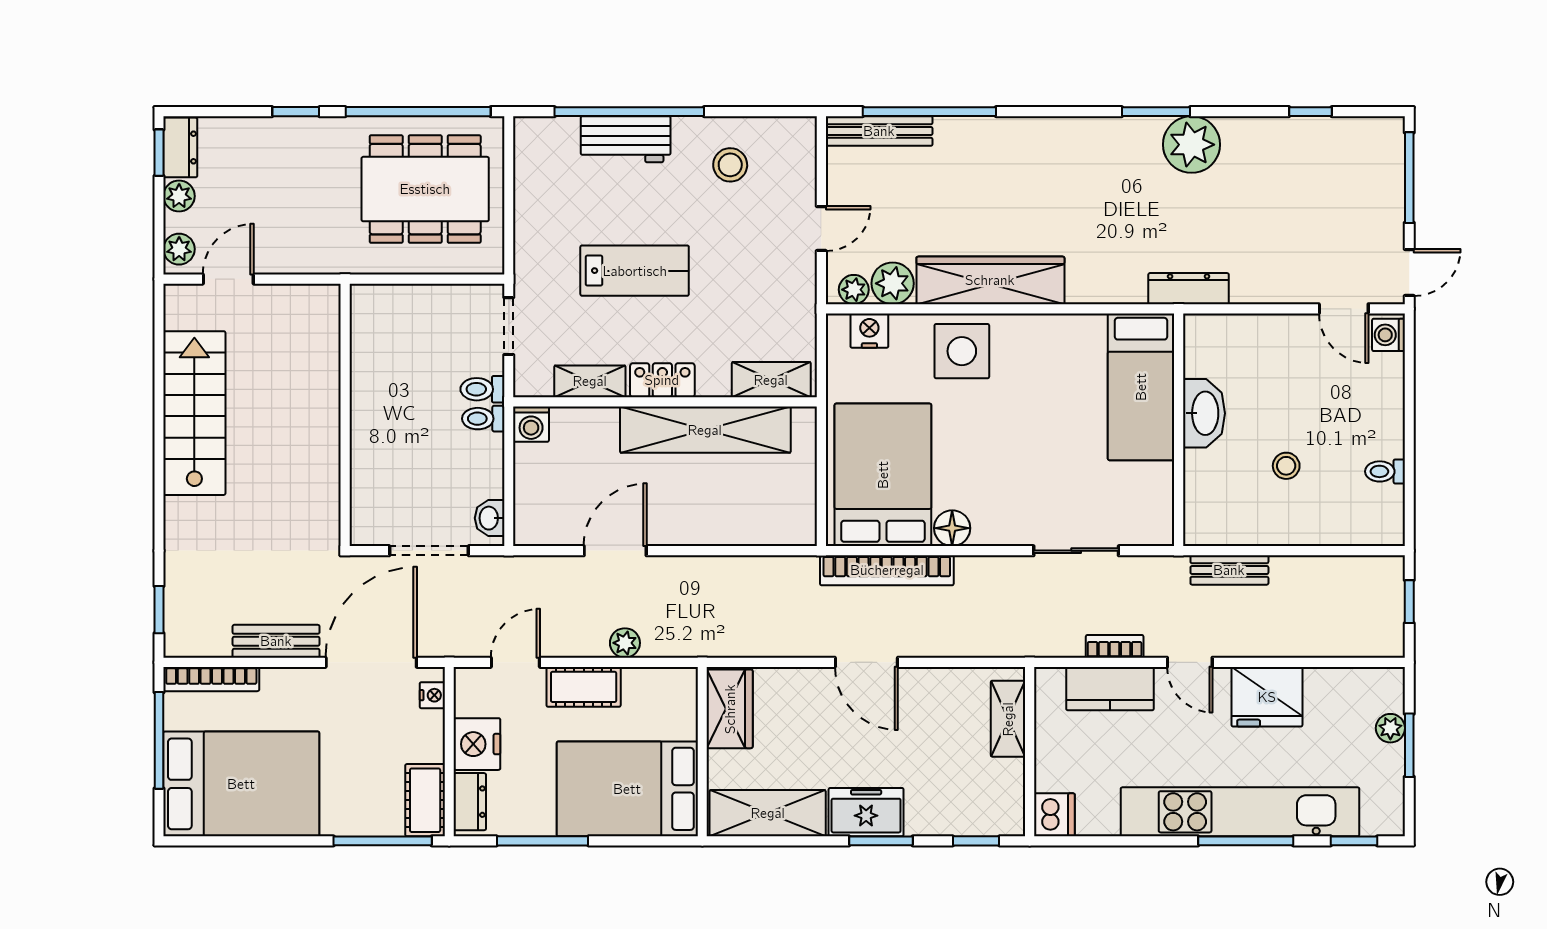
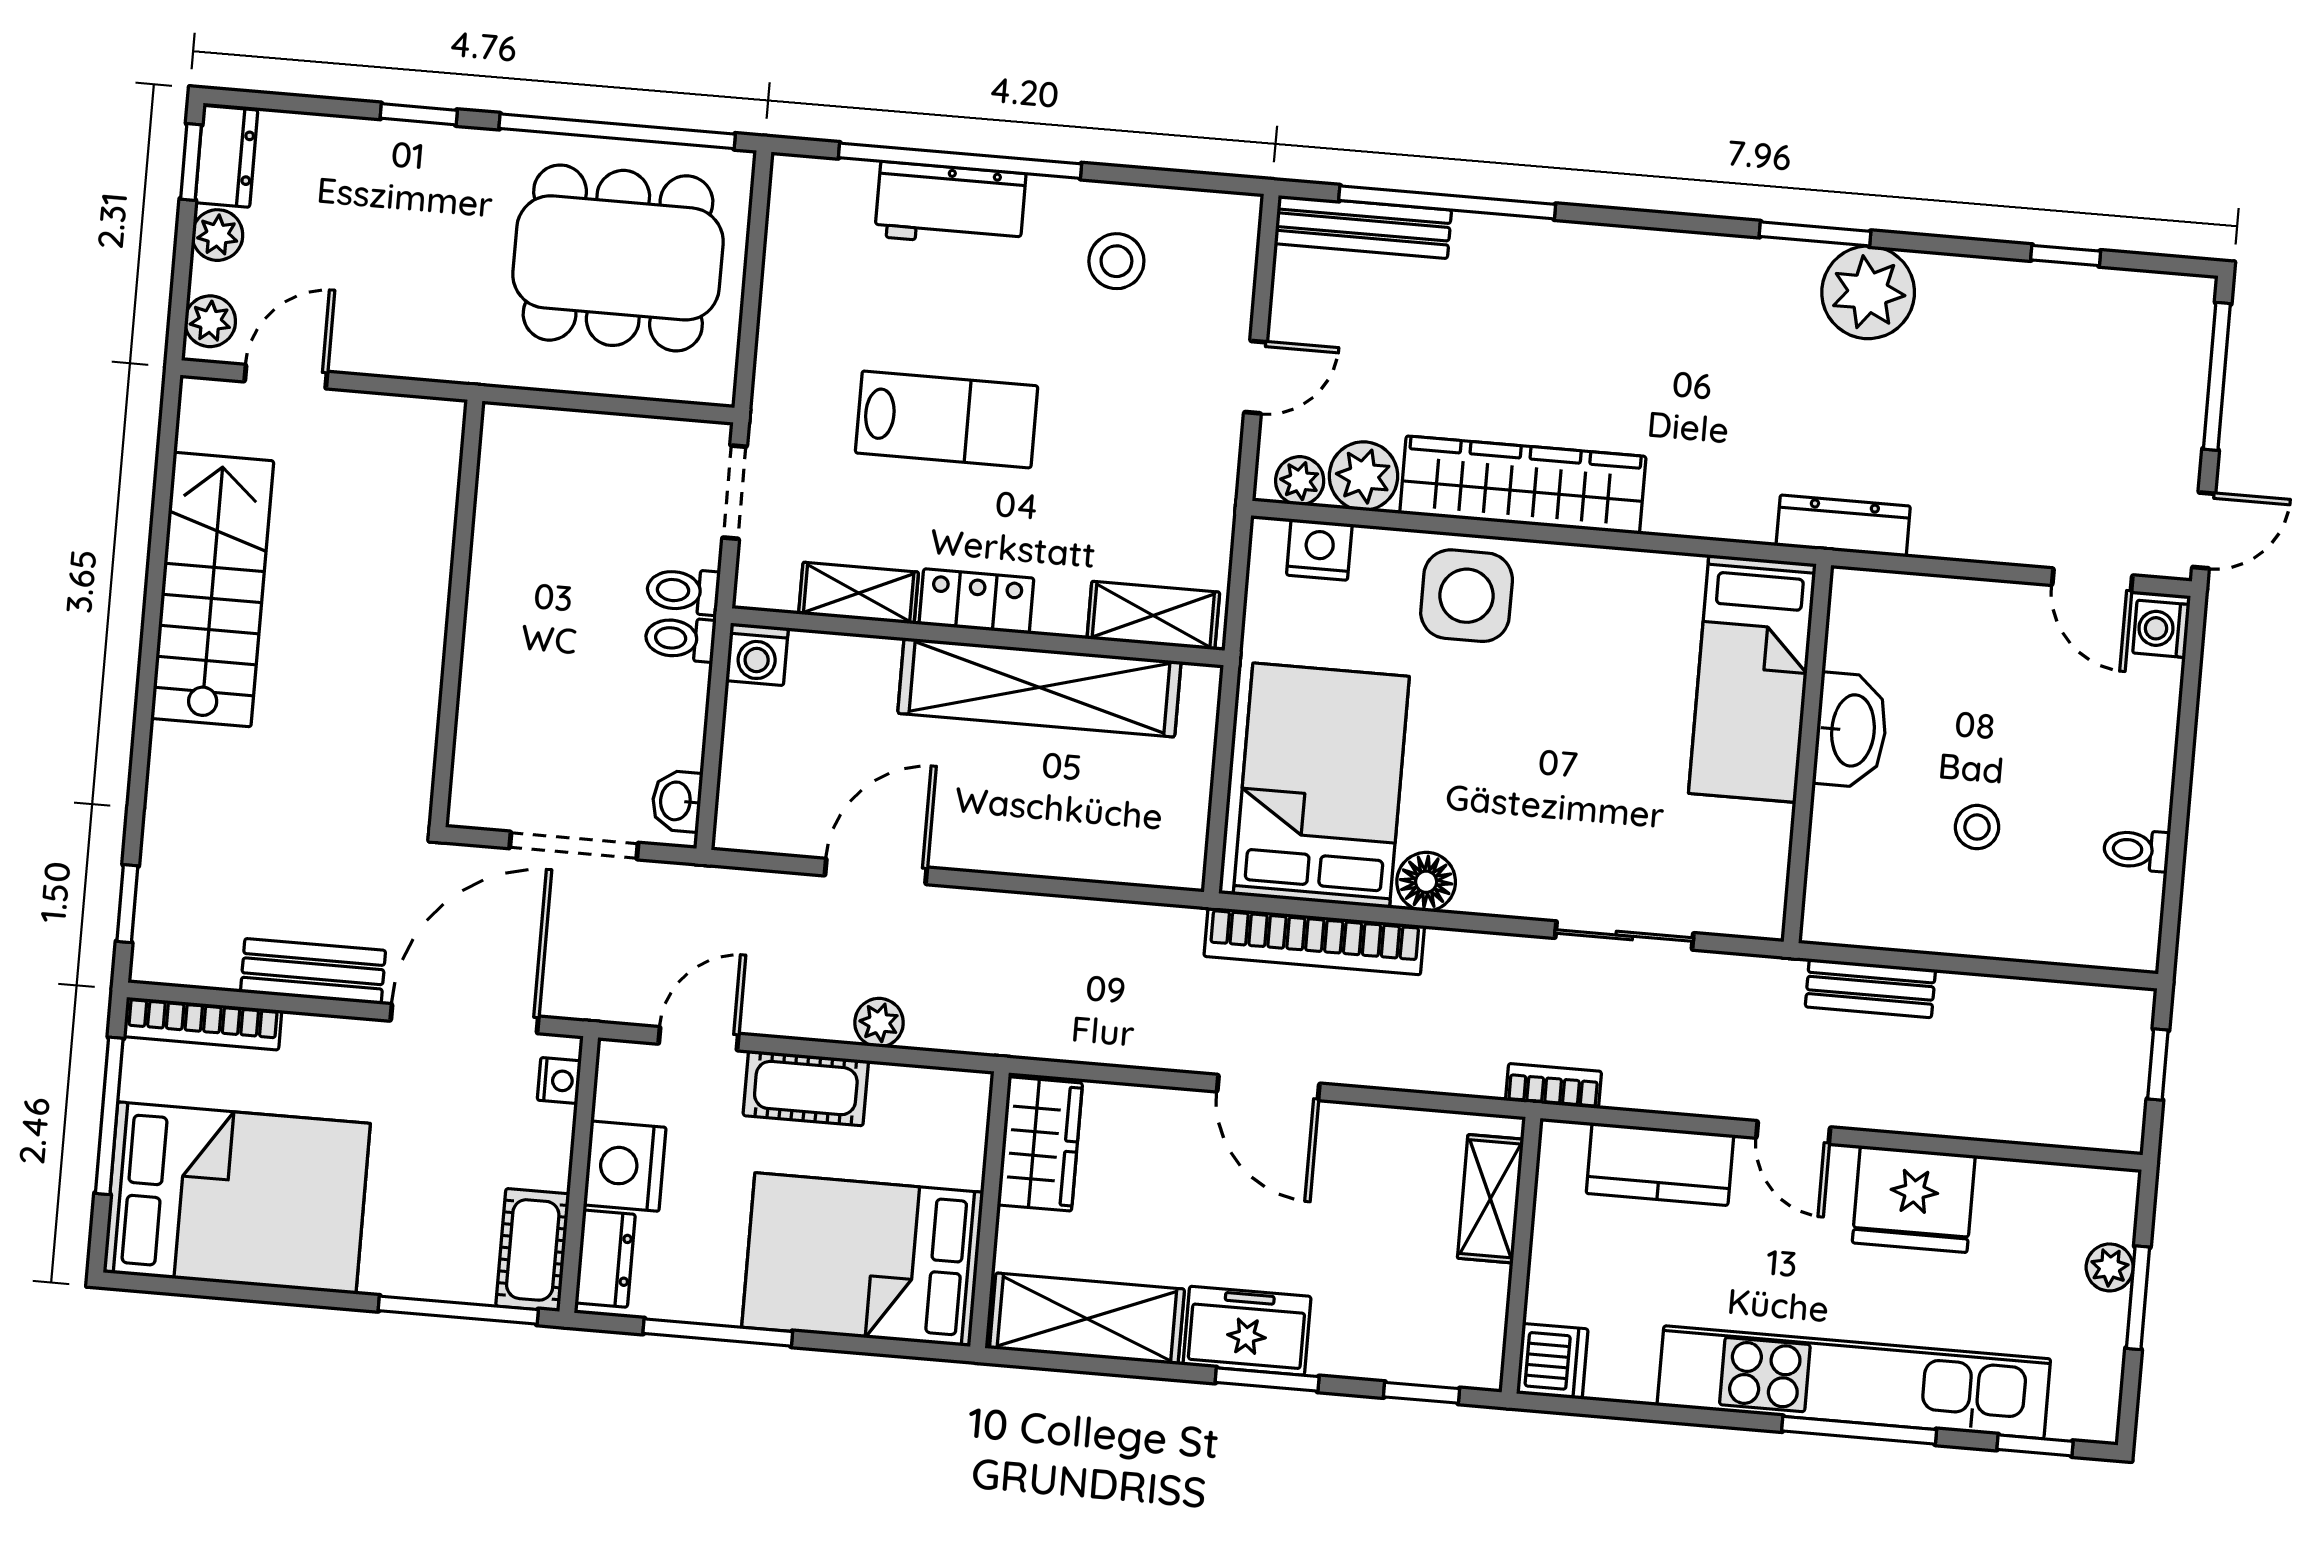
bookcase: (1115, 646) -> (1553, 1086), moved

